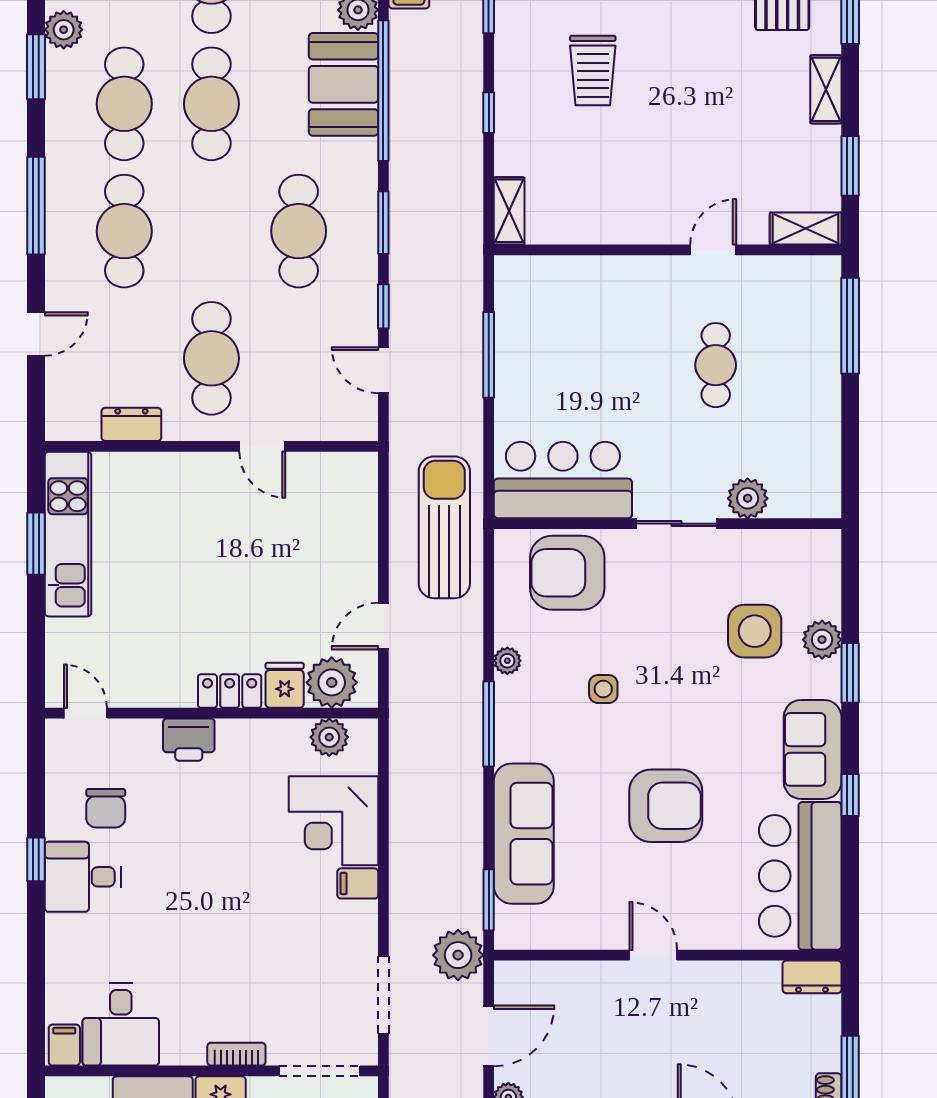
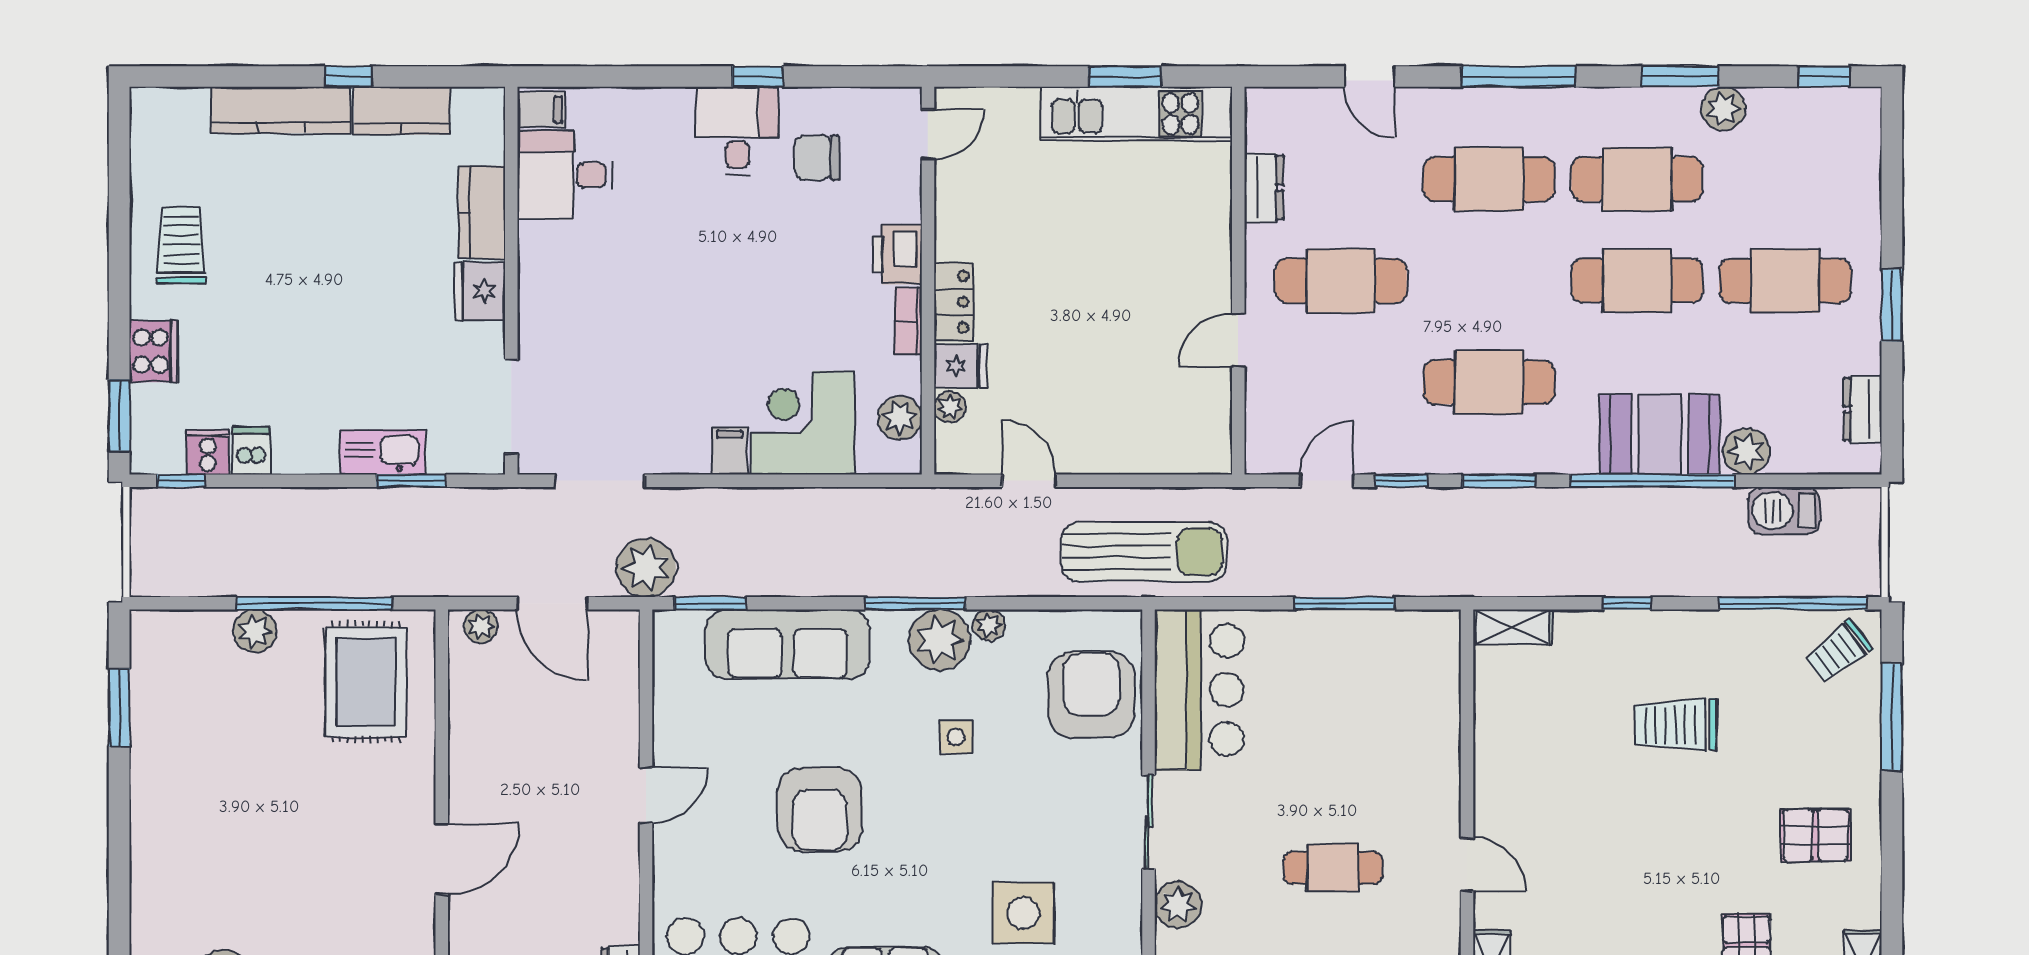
plant: (332, 682) -> (950, 407), width x0.53, depth x0.53
plant: (520, 703) -> (939, 640), added
bookcase: (236, 1054) -> (908, 321), moved, turned 180

